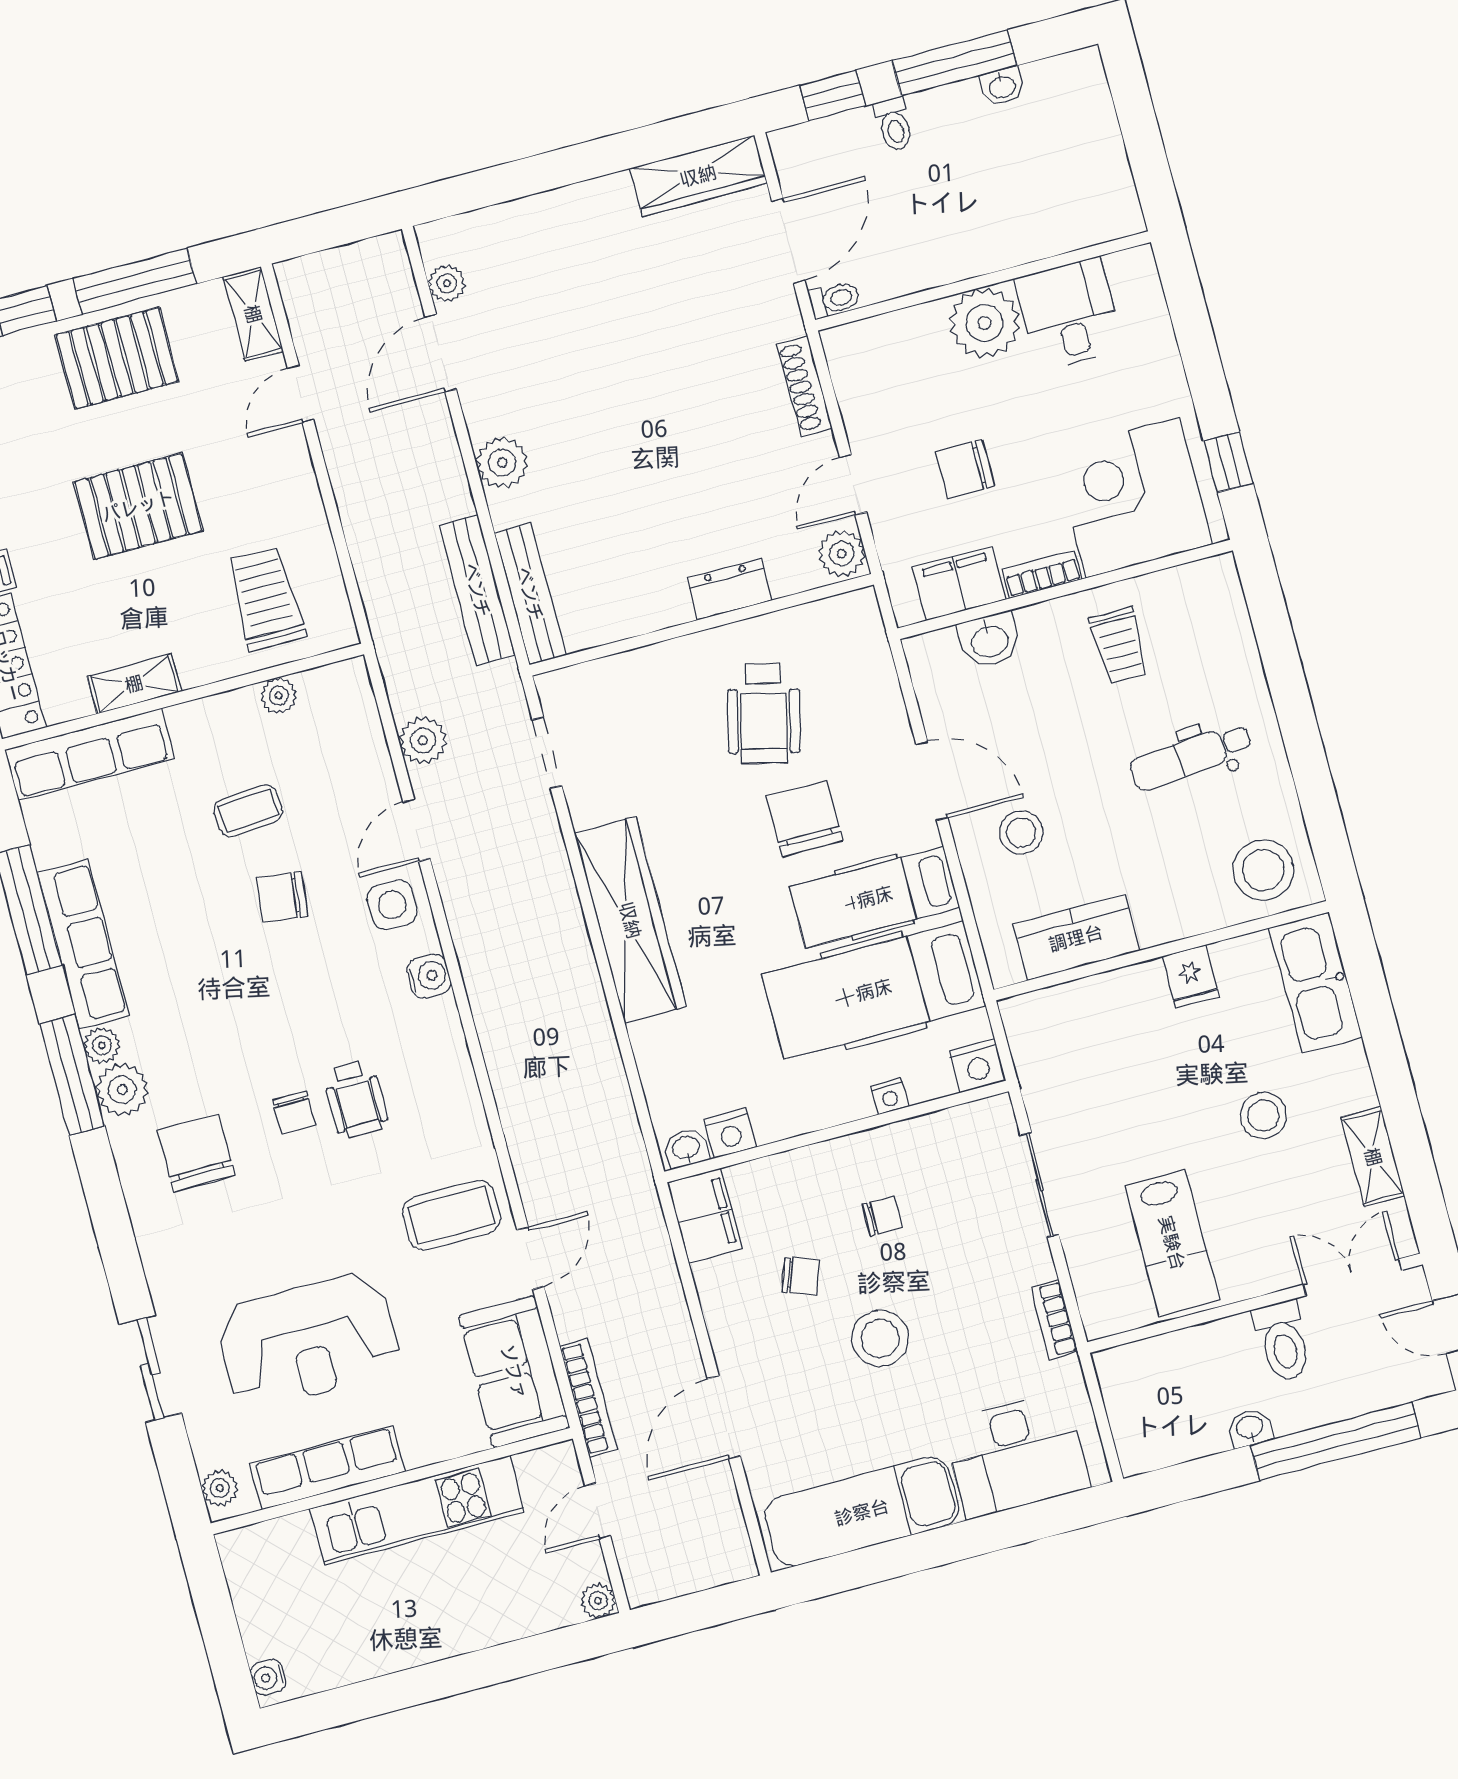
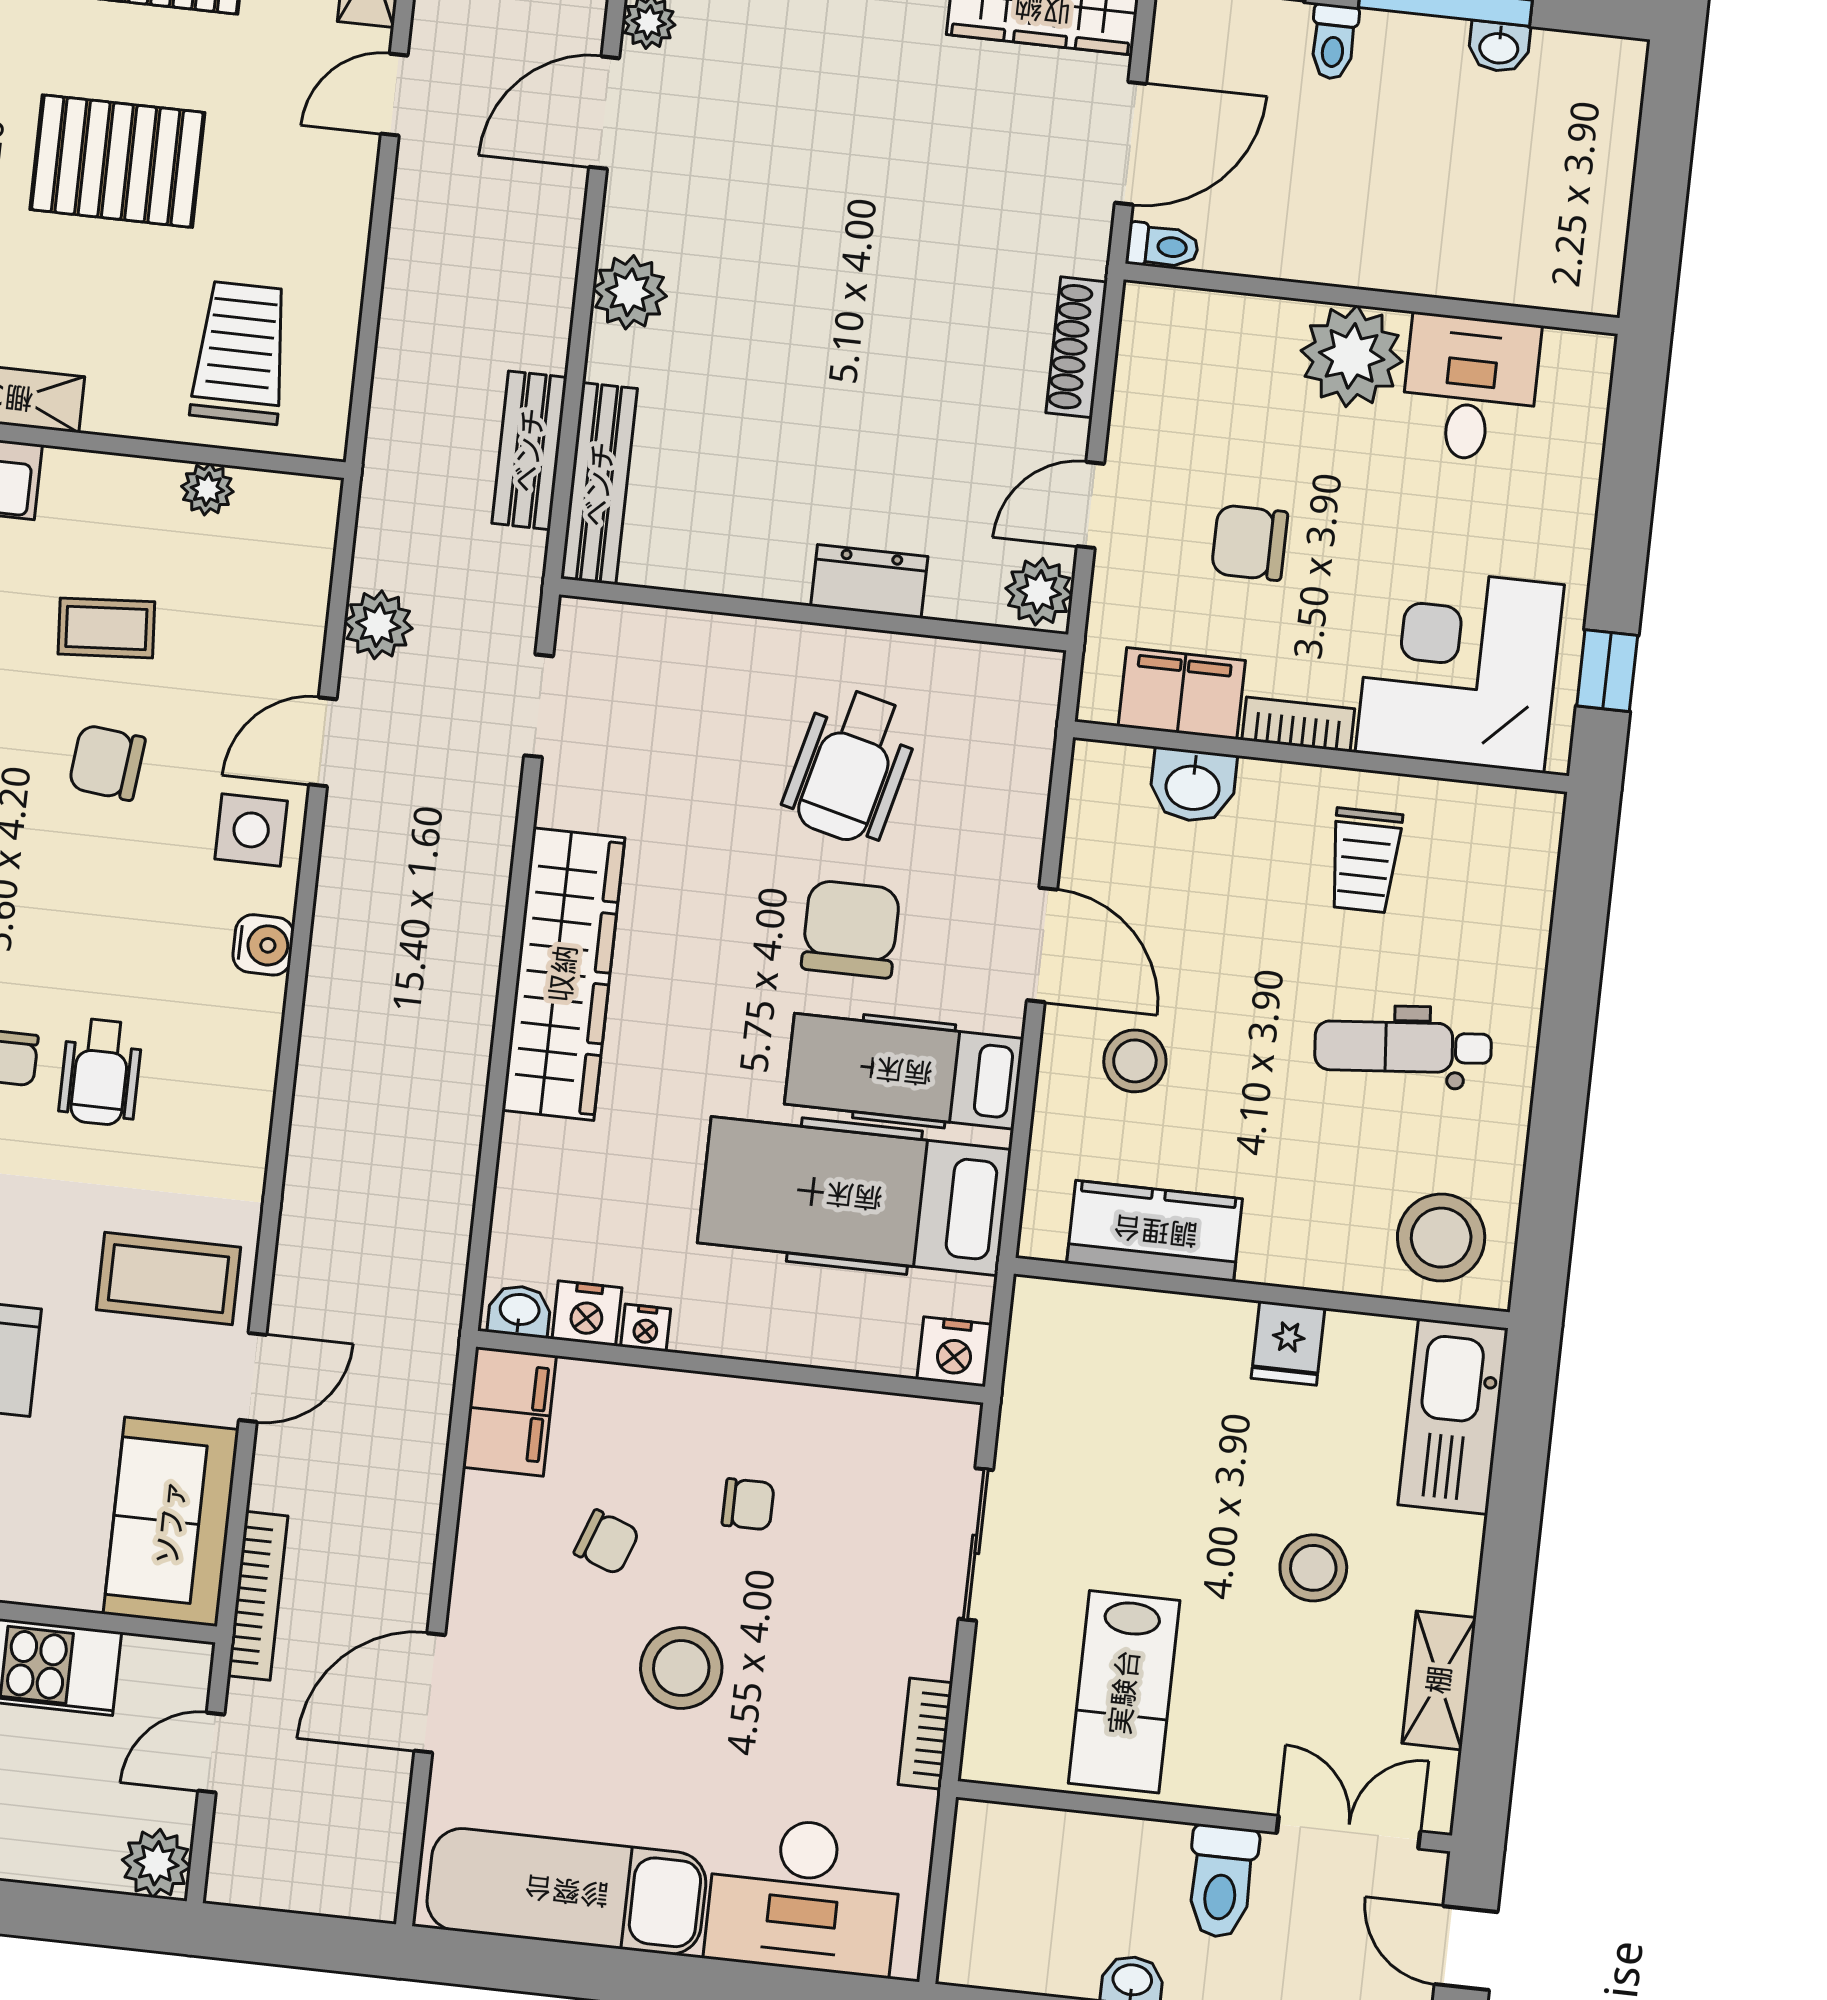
bench: (477, 590) -> (529, 450), width x0.73
nightstand: (890, 1096) -> (646, 1328), moved
plant: (598, 1601) -> (156, 1863), width x1.38, depth x1.38

